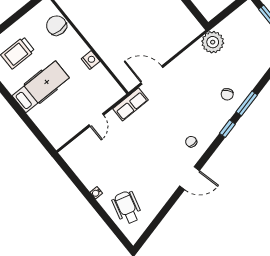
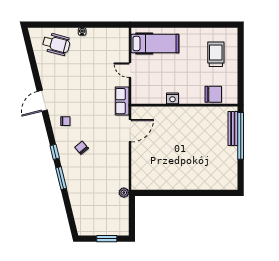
plant: (213, 42) -> (124, 193), width x0.53, depth x0.53
hospital bed: (41, 87) -> (155, 44), moved, turned -90
chair: (227, 94) -> (82, 148), moved

